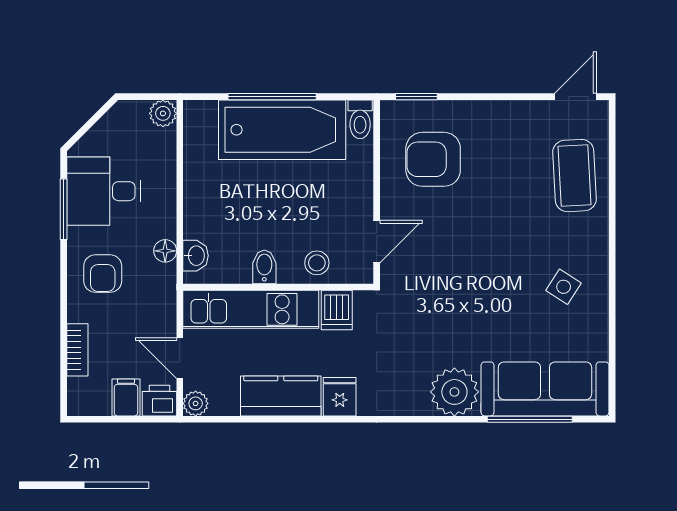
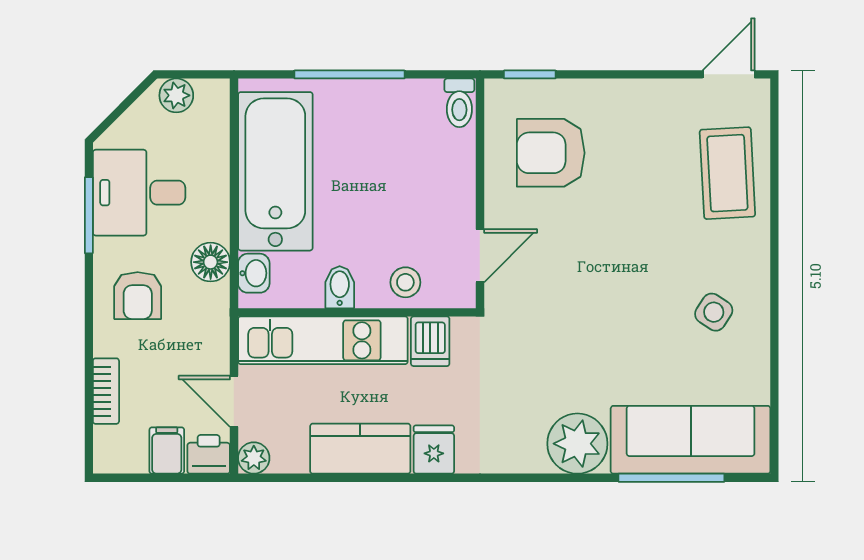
plant: (163, 113) -> (176, 95), moved
bathtub: (282, 130) -> (275, 171), moved, turned -90
floor lamp: (165, 251) -> (211, 262), width x1.37, depth x1.37

